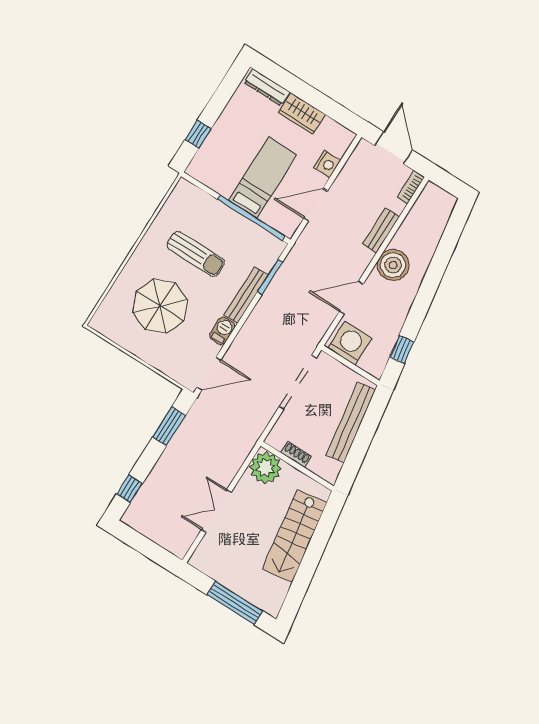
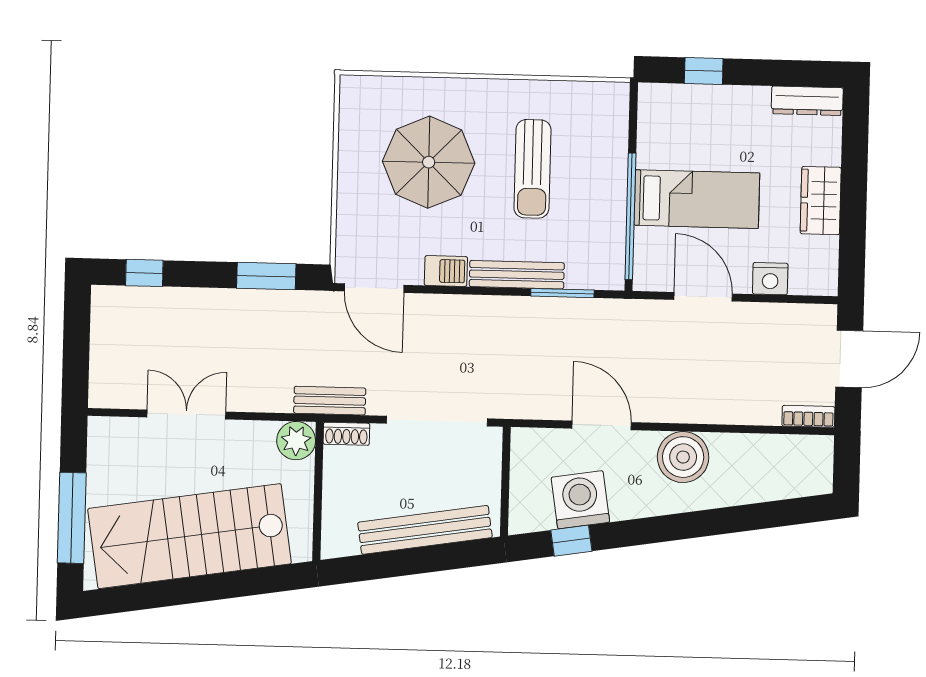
dresser: (267, 87) -> (807, 101), moved, turned -90
bench: (381, 230) -> (330, 401), moved
washing machine: (350, 343) -> (580, 500), moved, turned -99
shoe rack: (296, 454) -> (346, 434), moved, turned 90
plant: (265, 468) -> (296, 441), width x0.73, depth x0.73
stairs: (295, 536) -> (190, 536), width x1.36, depth x1.51

